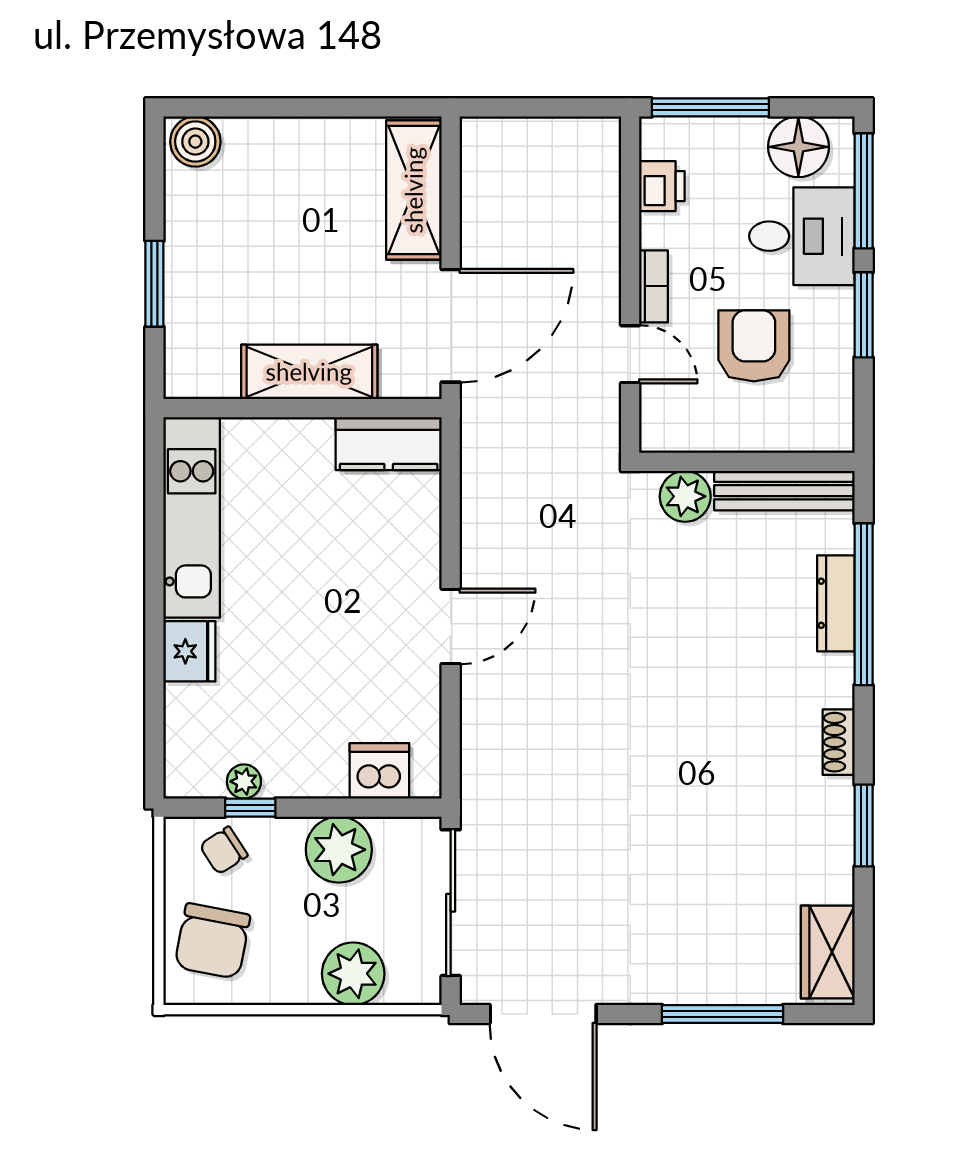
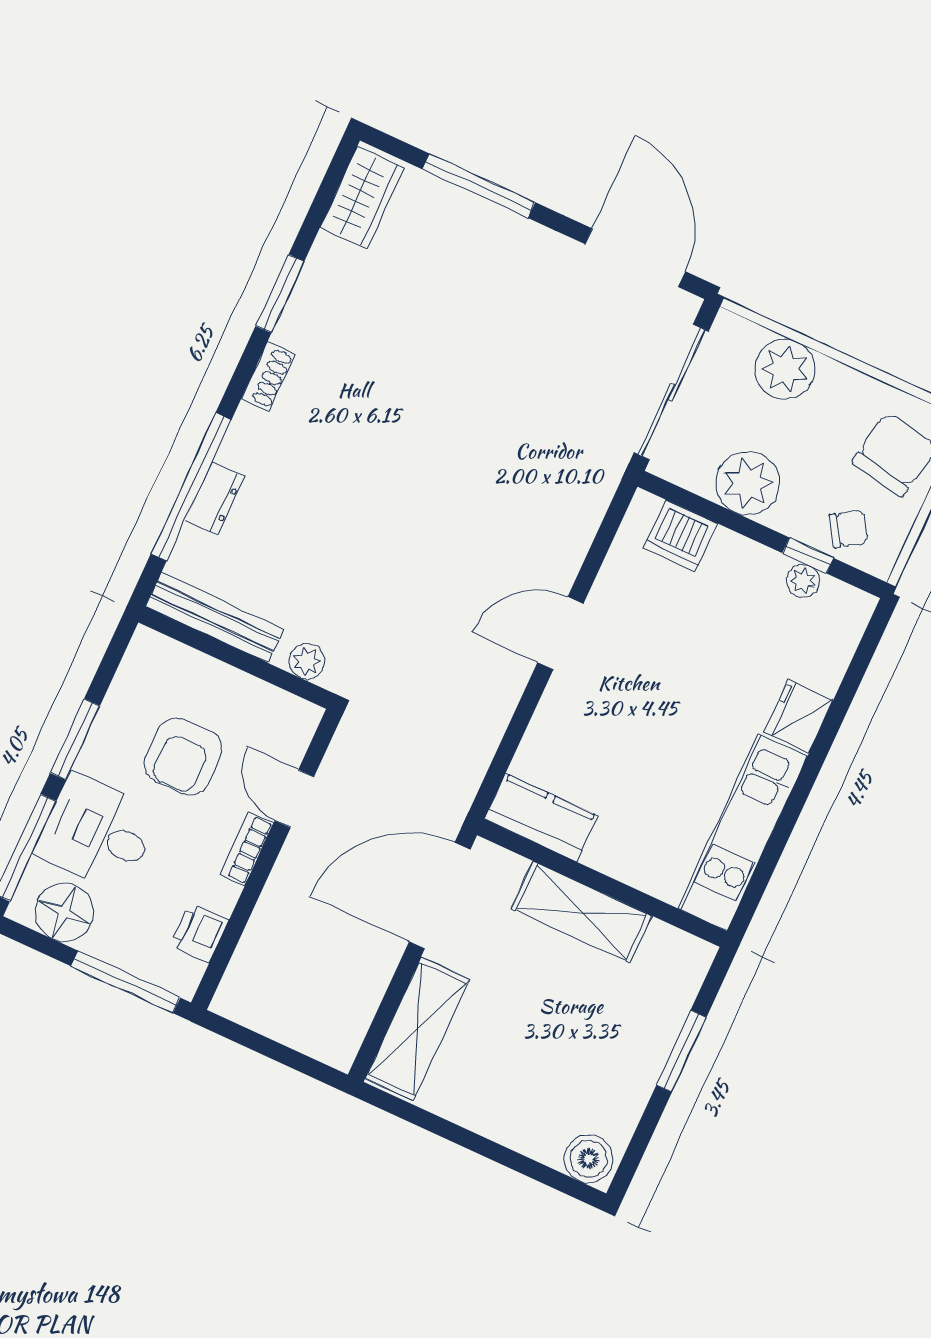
plant: (685, 496) -> (307, 661), width x0.73, depth x0.73
dresser: (836, 603) -> (215, 499), width x0.70

